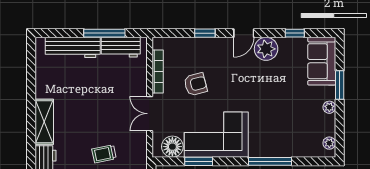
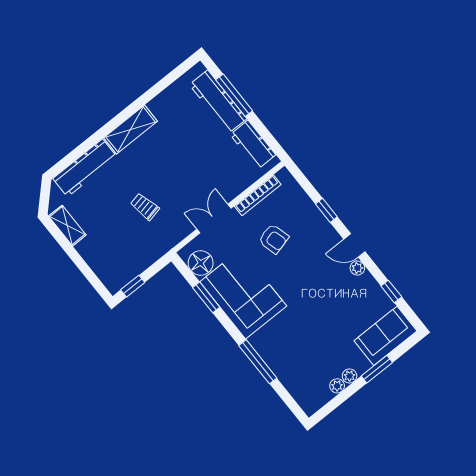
window: (104, 33) -> (234, 95), moved
plant: (266, 49) -> (357, 268), width x0.53, depth x0.53
plant: (329, 143) -> (337, 386), moved

